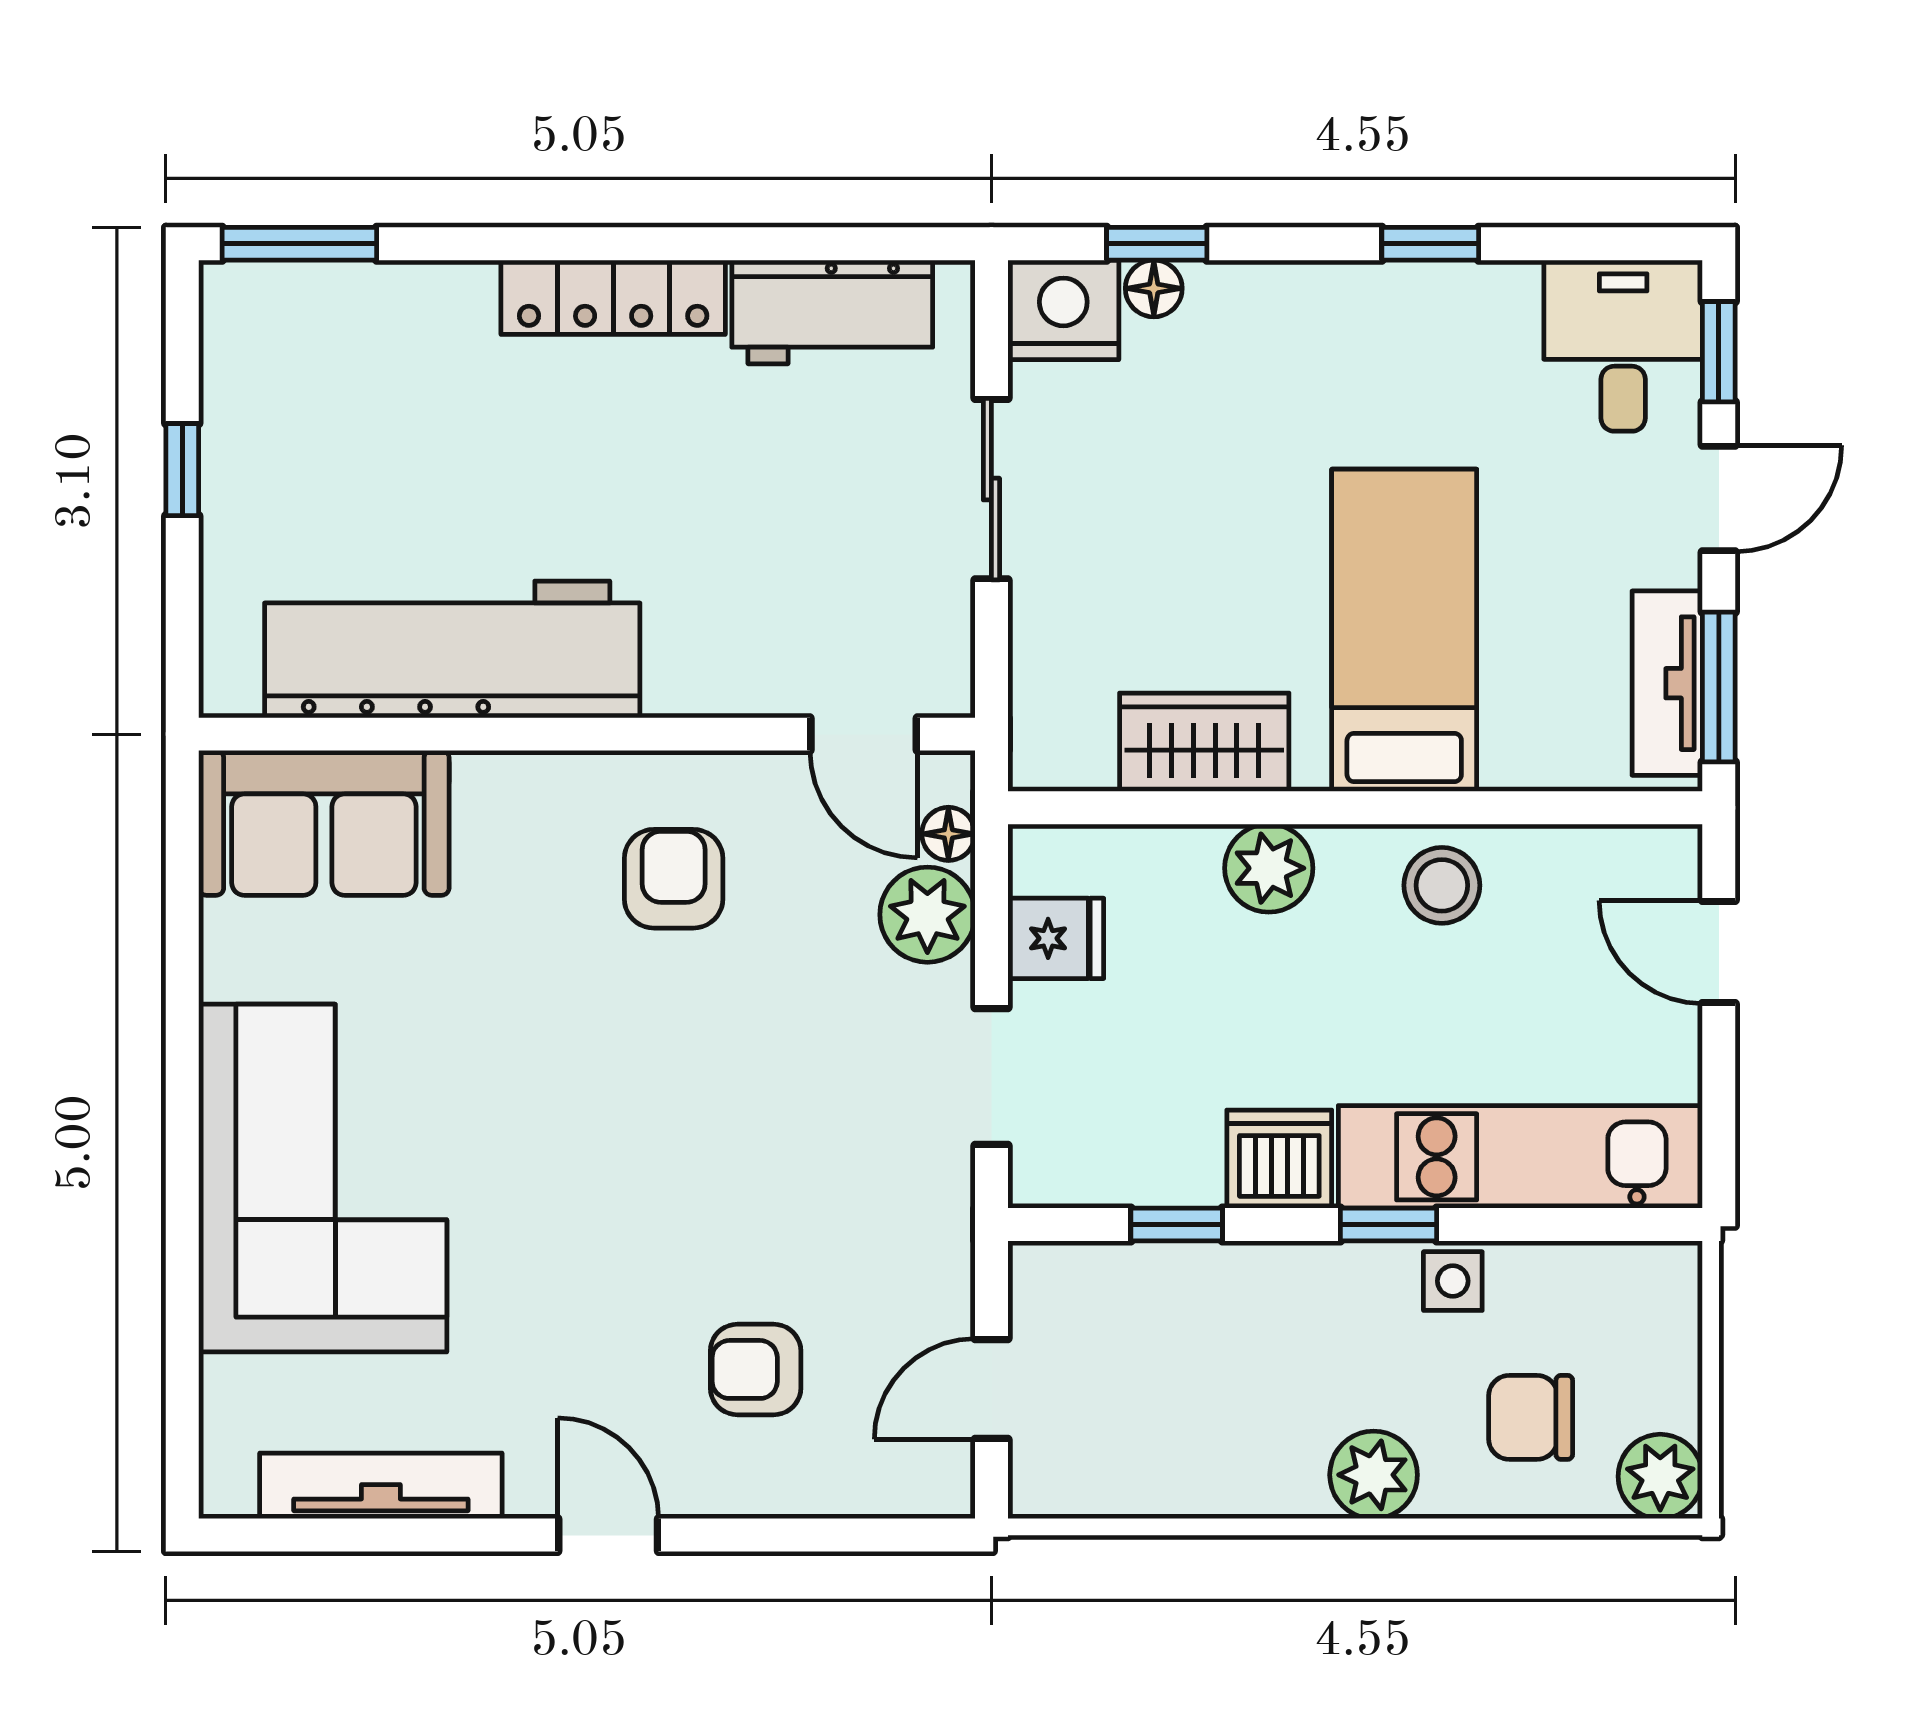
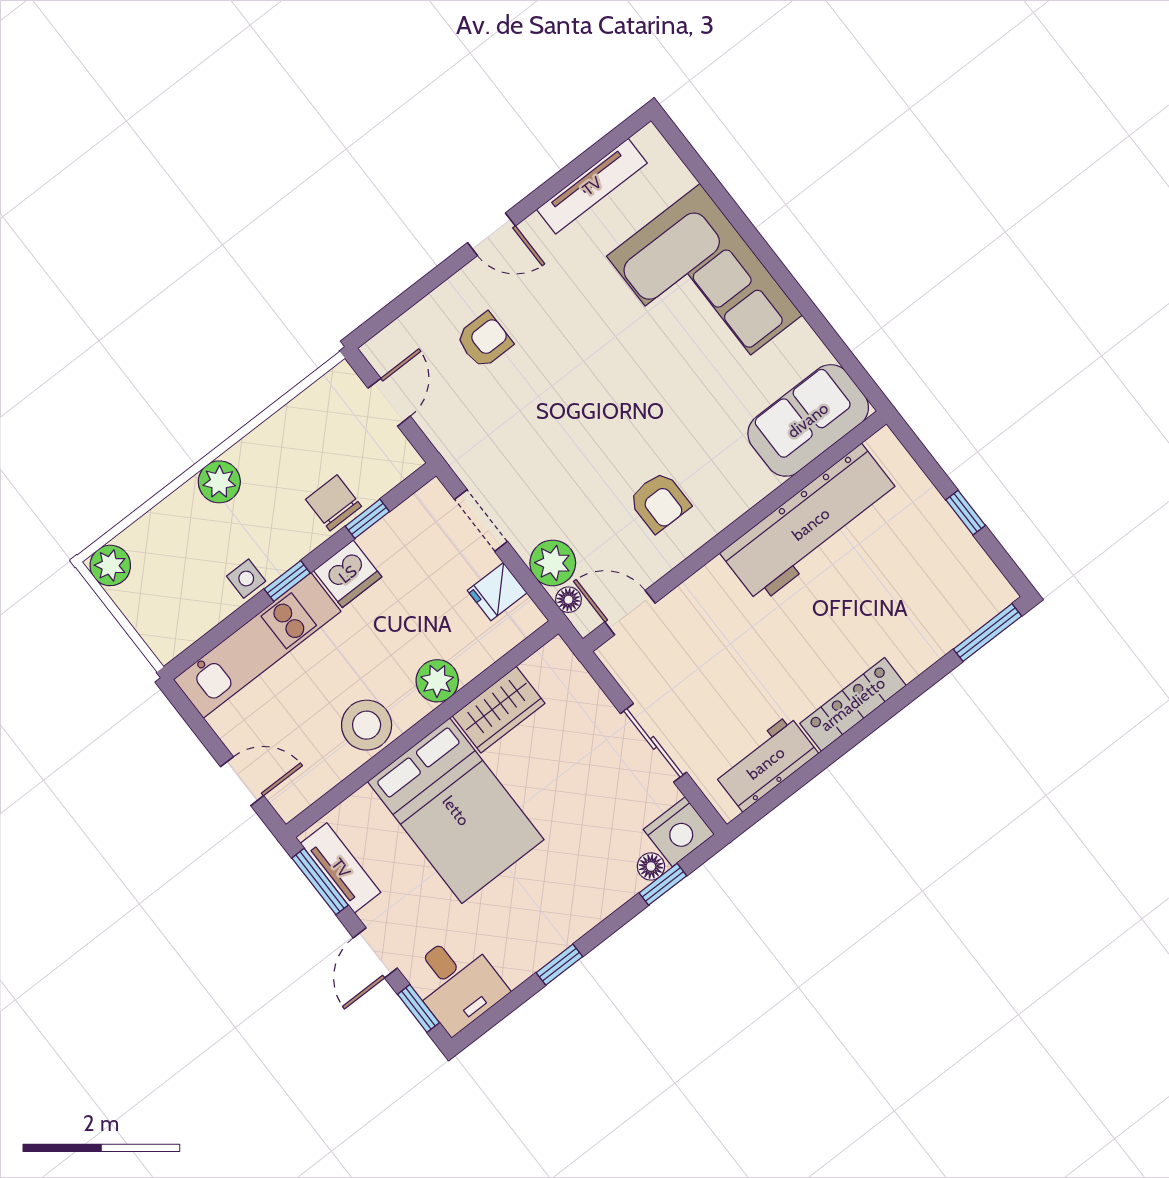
bed: (1404, 630) -> (456, 811), width x1.50
stool: (1442, 885) -> (367, 725), width x1.38, depth x1.38
chair: (1531, 1417) -> (334, 503), moved, turned -90

